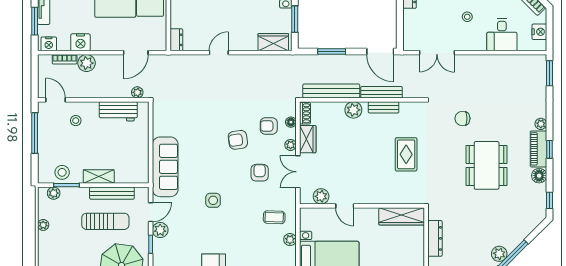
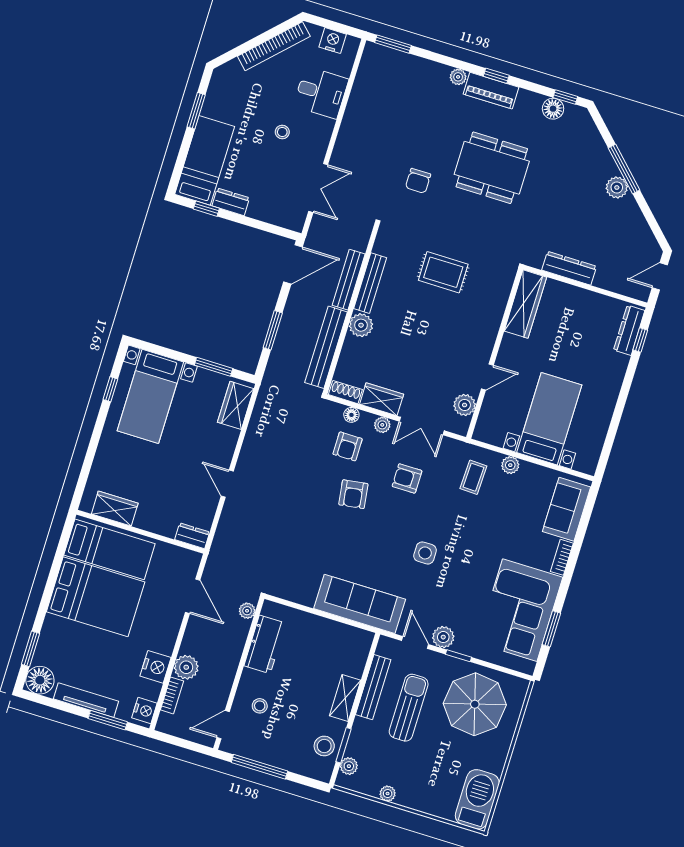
bench: (384, 107) -> (370, 283), width x1.36
floor lamp: (539, 176) -> (553, 109), moved

